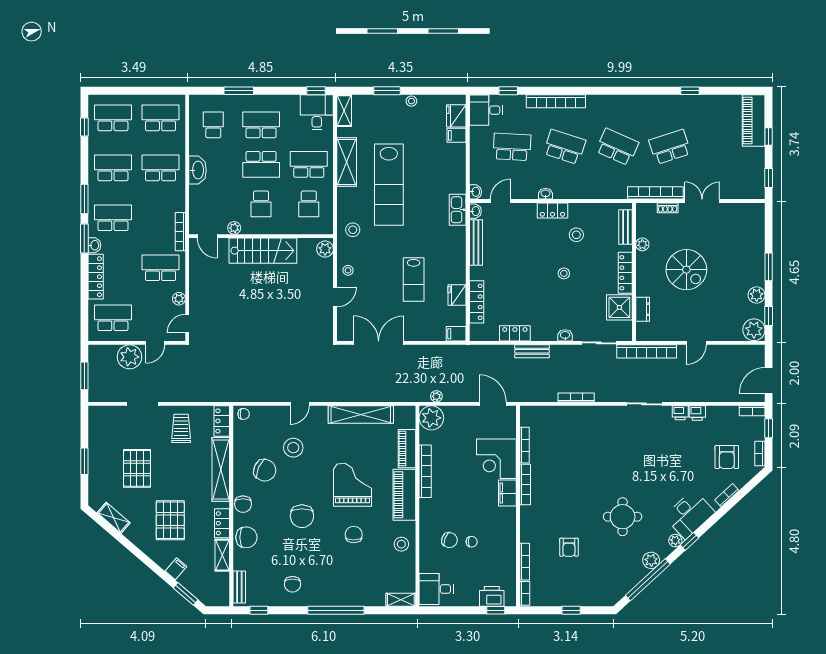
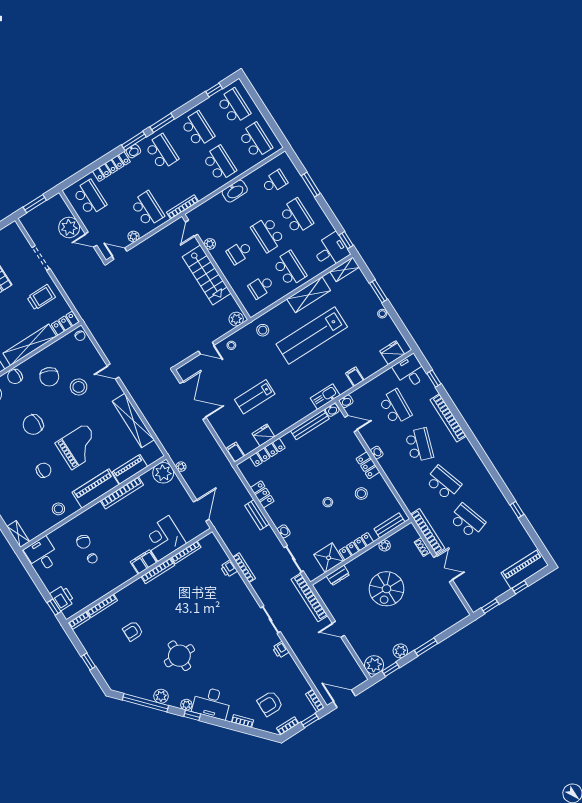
filing cabinet: (456, 135) -> (355, 377), moved
school desk: (617, 147) -> (443, 483), turned -42
printer: (697, 413) -> (229, 569), moved

